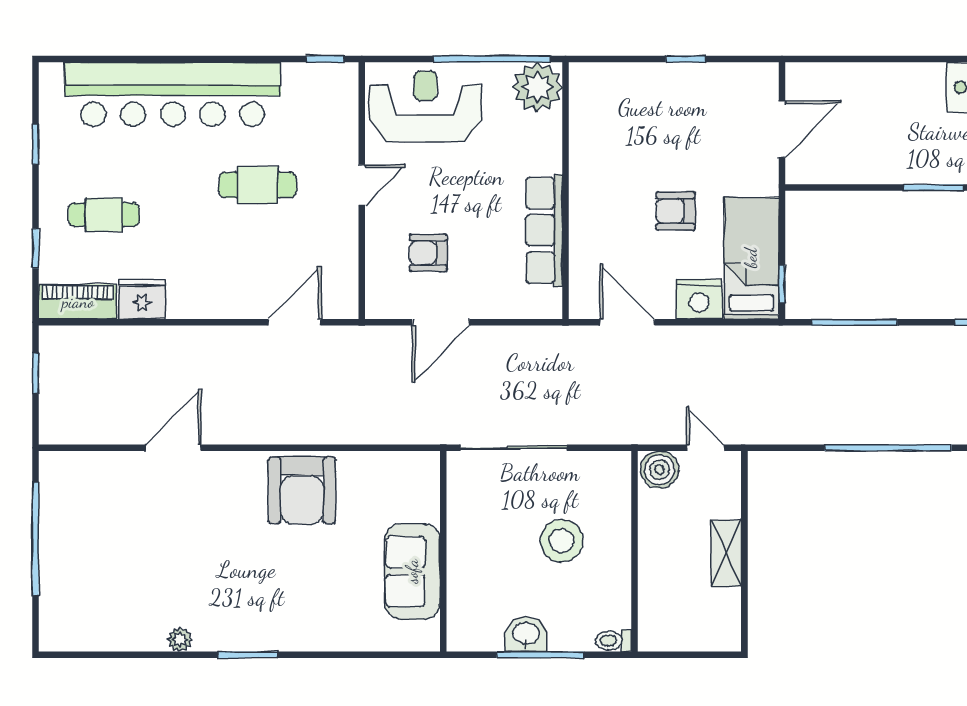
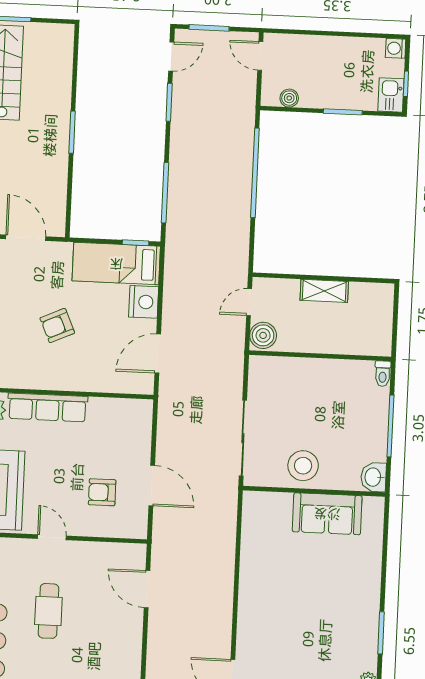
armchair: (676, 211) -> (57, 325), moved, turned 66
row of seats: (544, 230) -> (48, 407), moved
armchair: (428, 253) -> (102, 492), turned 90
armchair: (302, 490) -> (266, 589), removed
stool: (562, 541) -> (303, 466), moved
washbasin: (526, 634) -> (374, 477), moved

